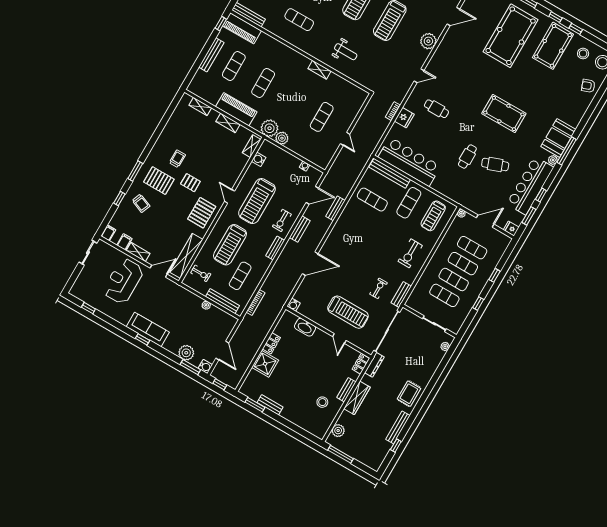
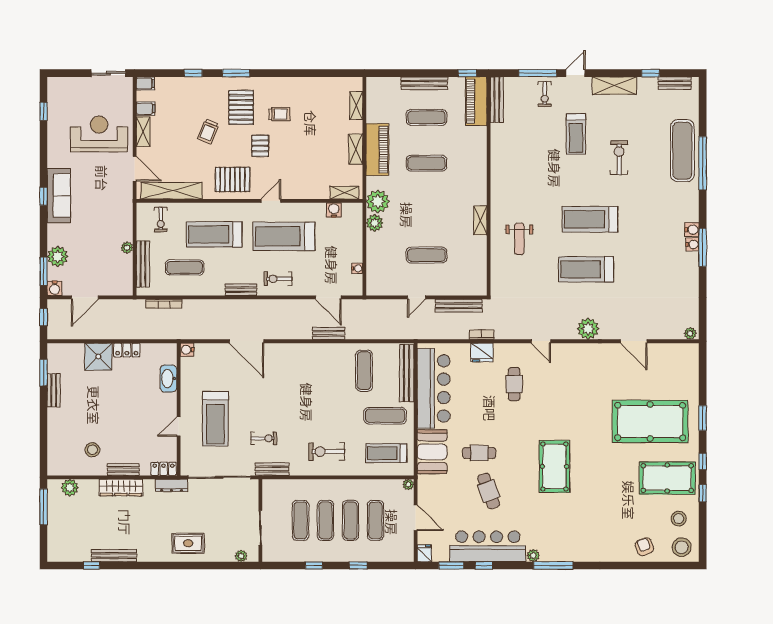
exercise mat: (299, 20) -> (525, 162), removed
booth: (558, 138) -> (432, 452), moved, turned 90
trolley: (141, 203) -> (208, 131), moved
bench: (300, 229) -> (459, 306), moved, width x1.36
rug: (409, 394) -> (188, 543), moved

